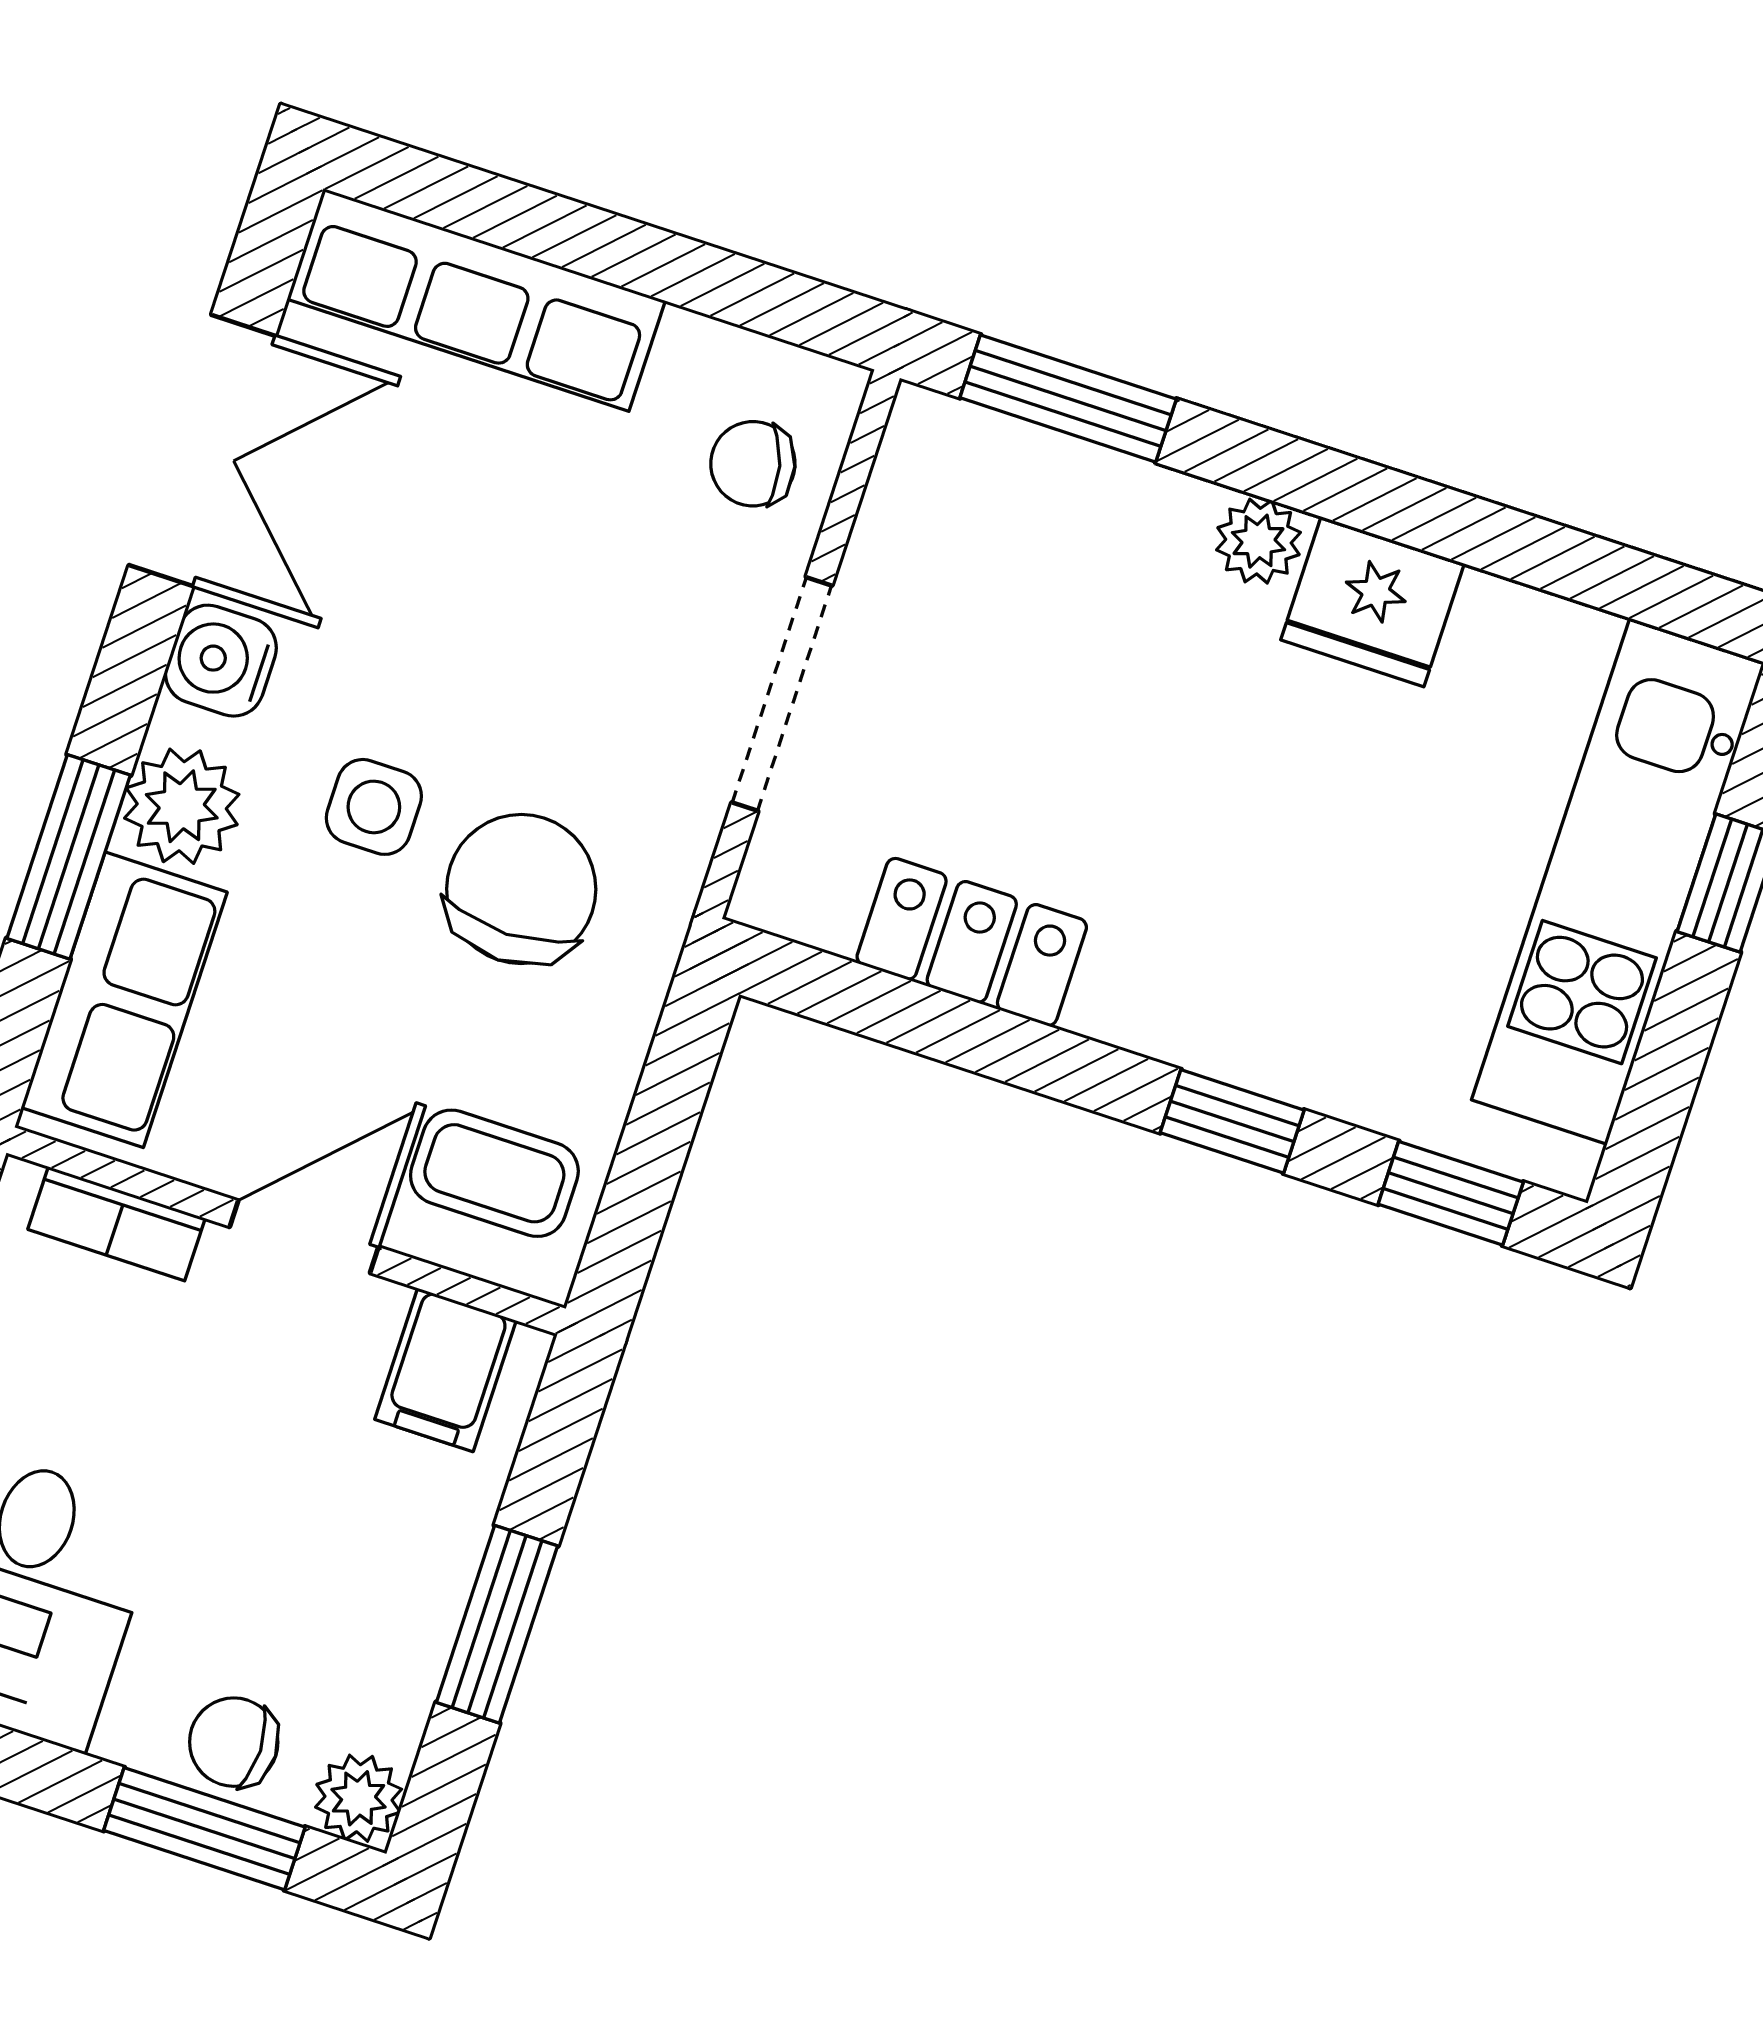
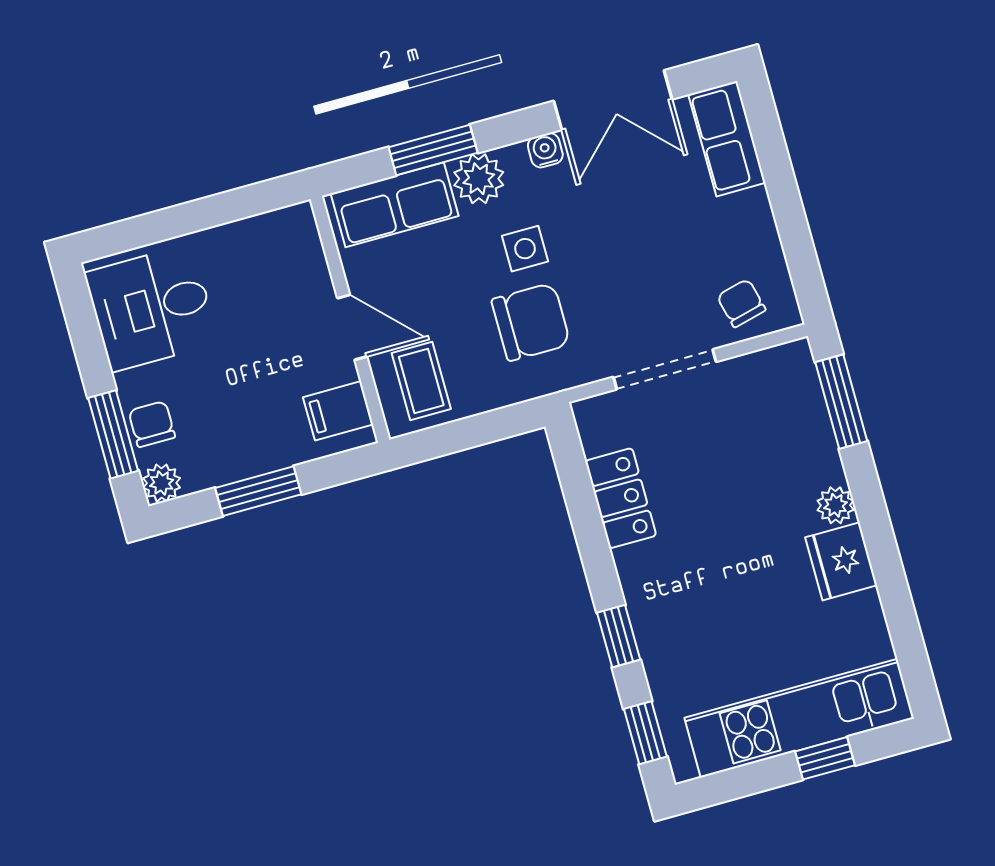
row of seats: (476, 300) -> (727, 139), width x0.68
water cooler: (221, 661) -> (545, 150), width x0.72, depth x0.72
bookcase: (117, 1224) -> (311, 256), removed

